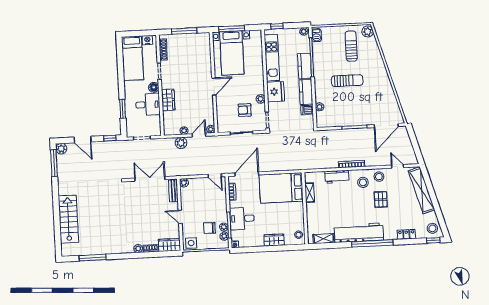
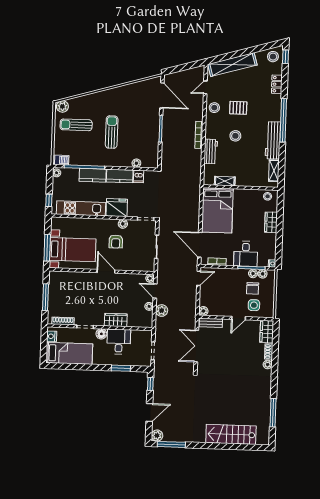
armchair: (245, 110) -> (116, 241), moved
stool: (363, 182) -> (235, 136), moved
workbench: (359, 233) -> (273, 140), width x0.73, depth x0.76
side table: (191, 243) -> (254, 305), moved

